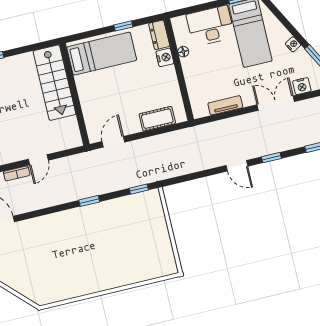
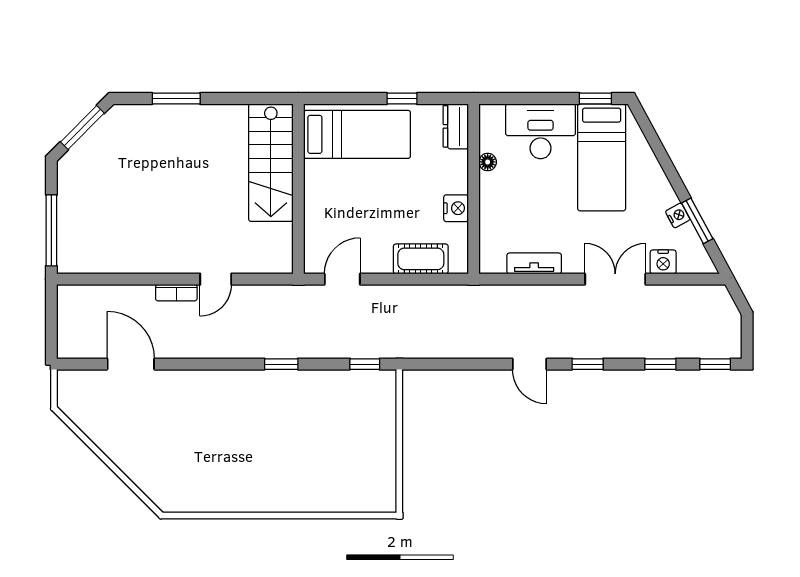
nightstand: (293, 44) -> (678, 215), moved
nightstand: (165, 57) -> (456, 208), moved

